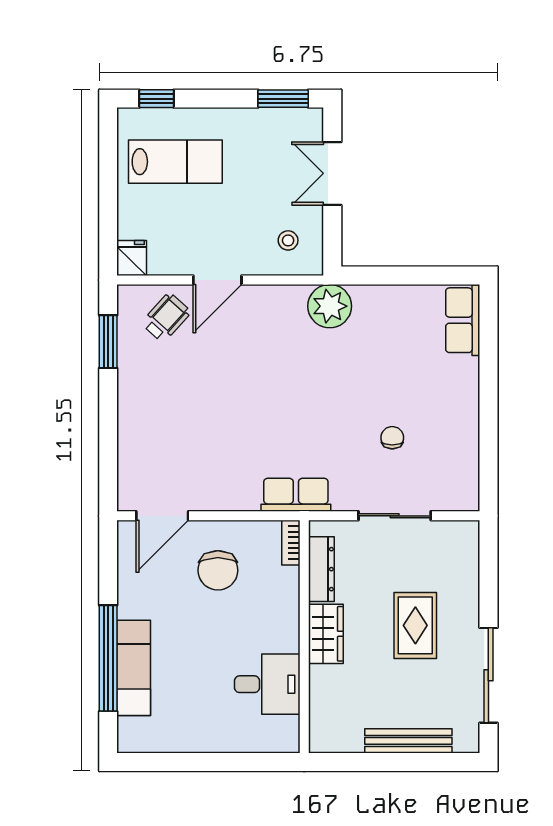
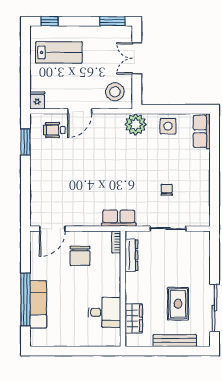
stool: (288, 240) -> (115, 92), width x1.89, depth x1.89
side table: (395, 310) -> (168, 126), added
wheelchair: (166, 318) -> (54, 130), turned -132
rug: (415, 625) -> (178, 304), moved
wardrobe: (326, 634) -> (134, 318), moved

